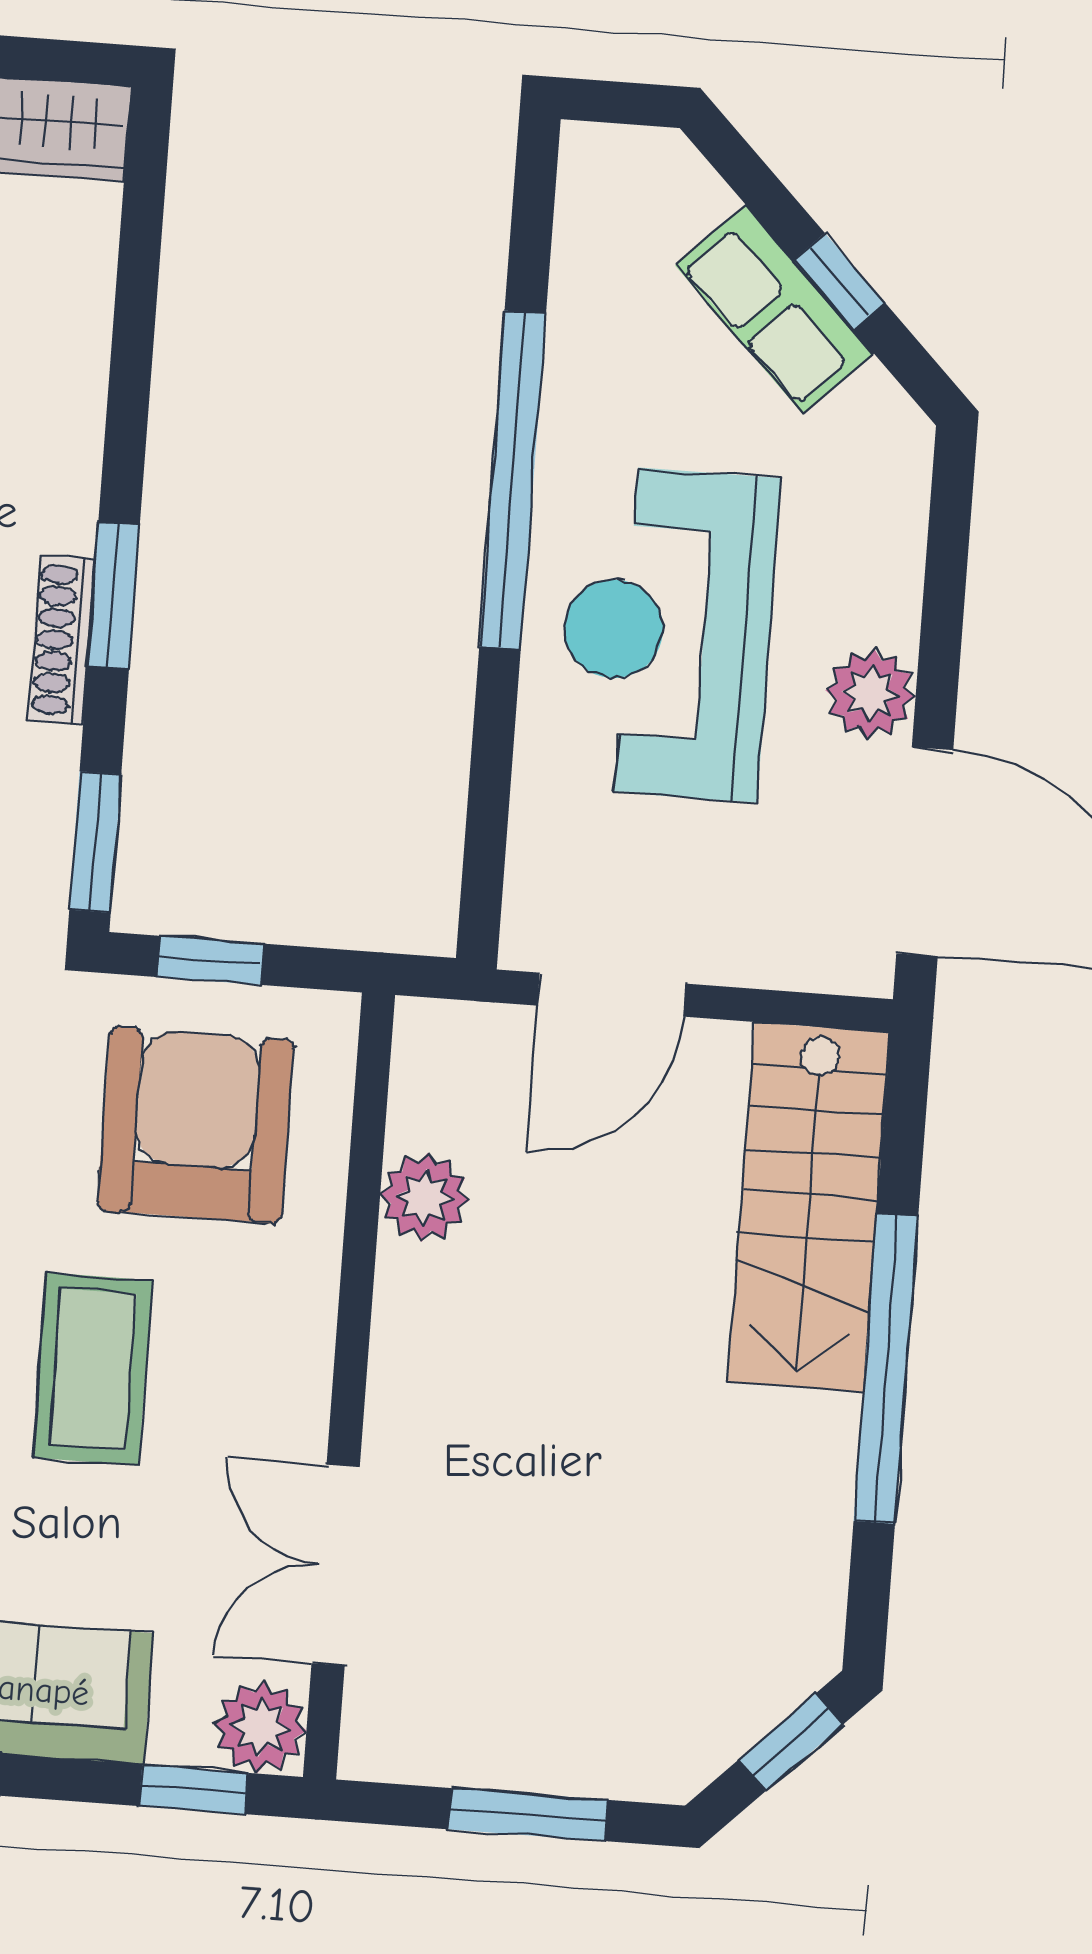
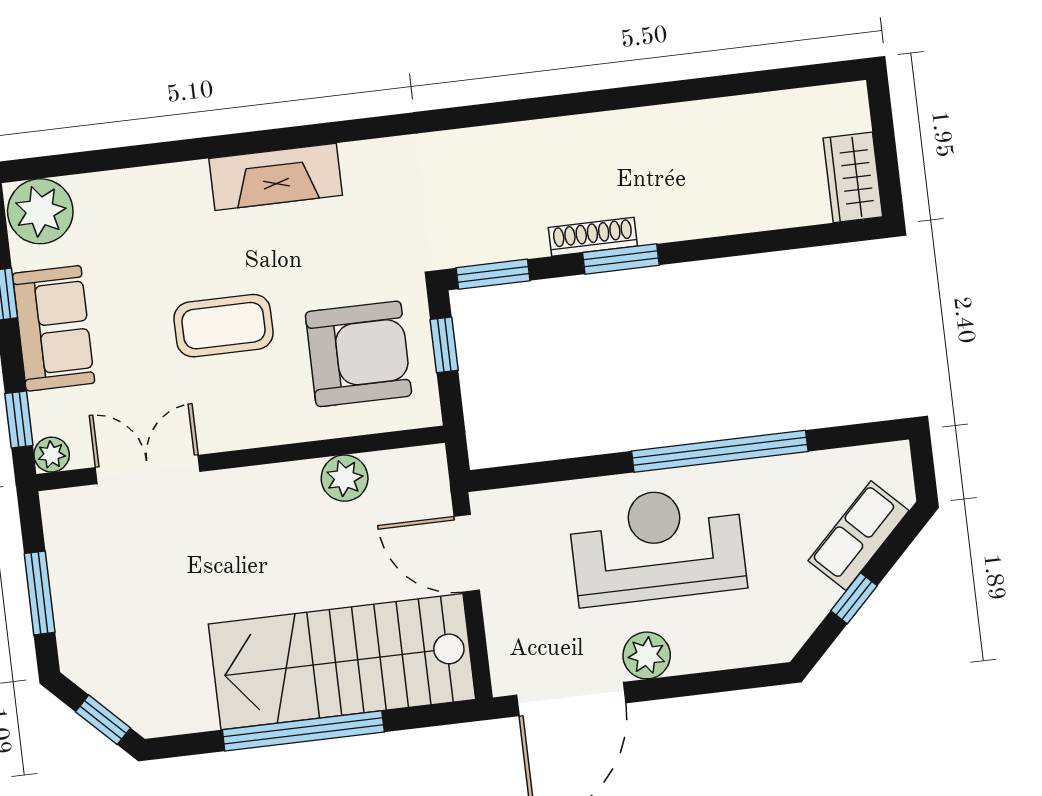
row of seats: (774, 309) -> (859, 536), moved
stairs: (809, 1207) -> (342, 662), width x1.36, depth x1.51
plant: (260, 1727) -> (52, 455), width x0.73, depth x0.73

